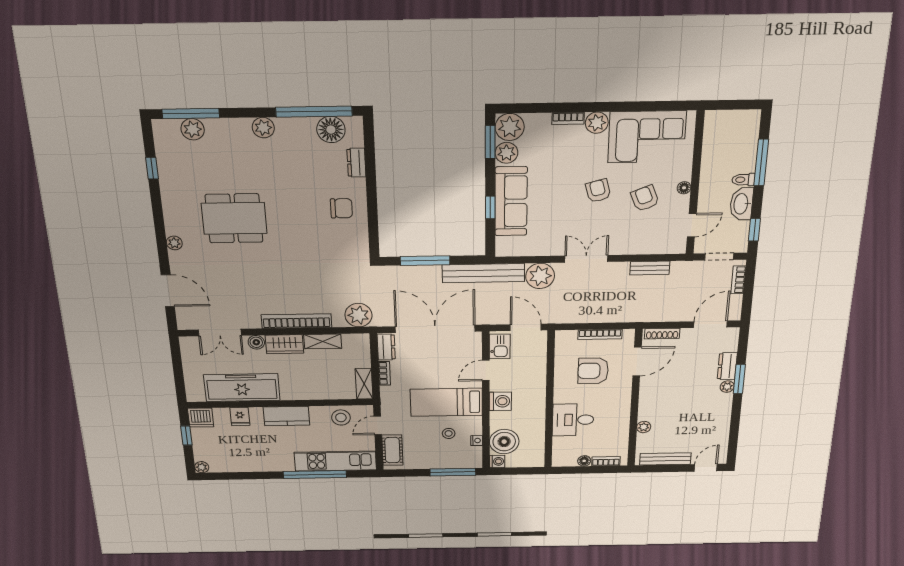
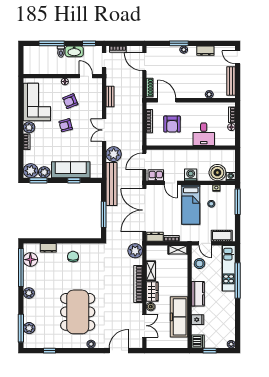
dining table: (234, 218) -> (78, 312), width x1.36, depth x1.24
dresser: (727, 366) -> (205, 51), moved

